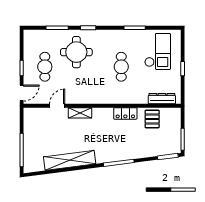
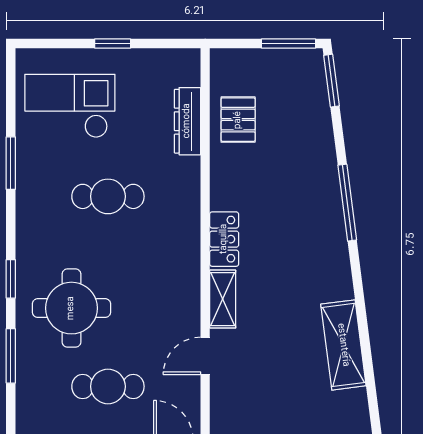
dresser: (162, 99) -> (187, 121), moved
door: (57, 106) -> (205, 356), hinge flipped
locker: (125, 113) -> (224, 239), moved
pallet: (152, 119) -> (238, 120), turned 90
shelving: (70, 160) -> (343, 345), width x0.68

